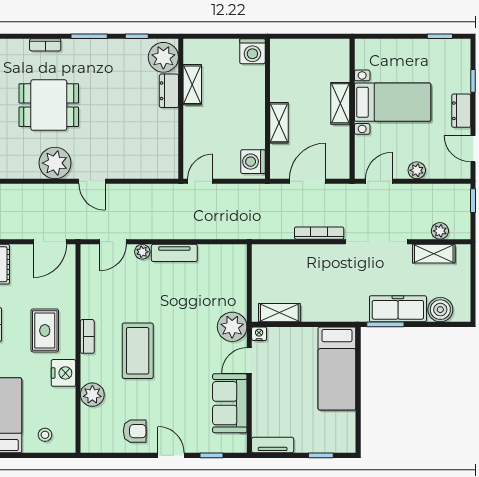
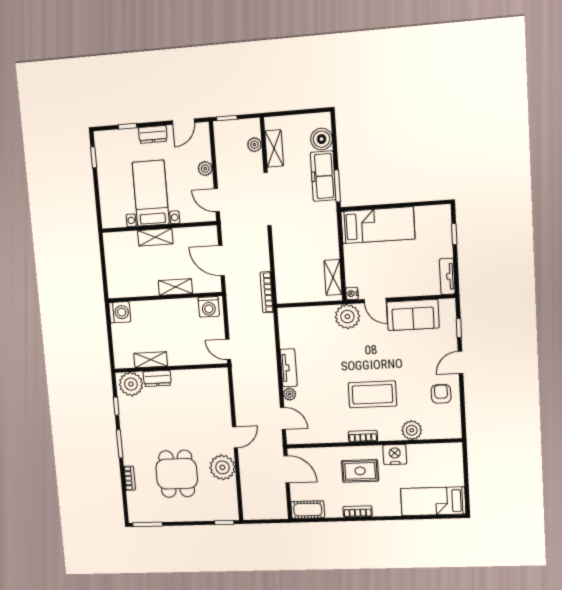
bookcase: (319, 233) -> (267, 292), moved
stool: (45, 435) -> (448, 468), removed

